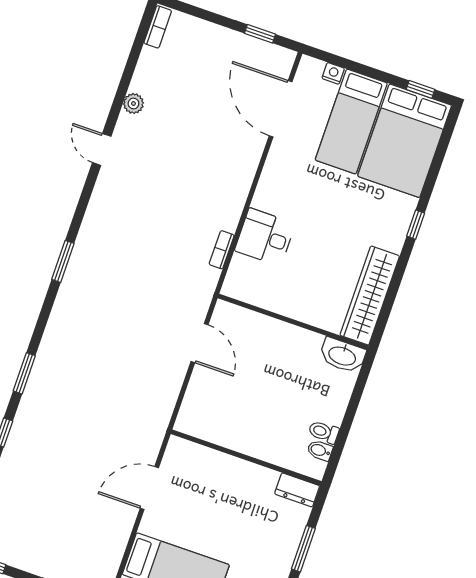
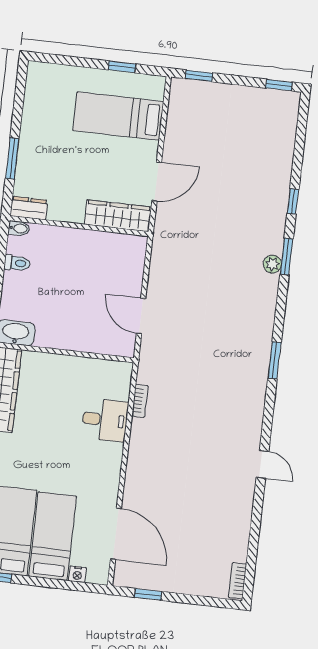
plant: (133, 103) -> (272, 264), moved
bidet: (320, 450) -> (19, 228), moved
wardrobe: (201, 459) -> (118, 216), added

